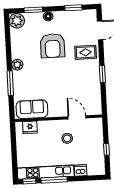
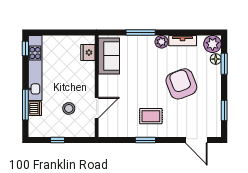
floor lamp: (48, 16) -> (216, 59), moved
armchair: (53, 46) -> (181, 84), turned 69
tv unit: (15, 47) -> (183, 41), added
rug: (86, 52) -> (151, 116), moved, turned 90
stool: (67, 138) -> (69, 108), moved
window: (54, 180) -> (25, 105), moved

